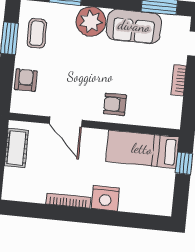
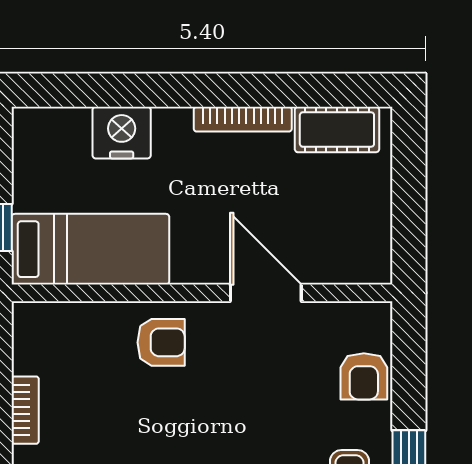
cot: (16, 148) -> (337, 130), moved, turned 90
nightstand: (105, 198) -> (122, 133), moved

